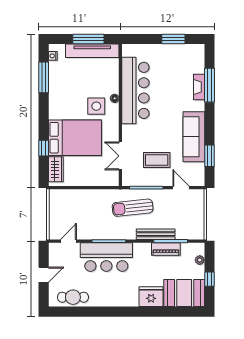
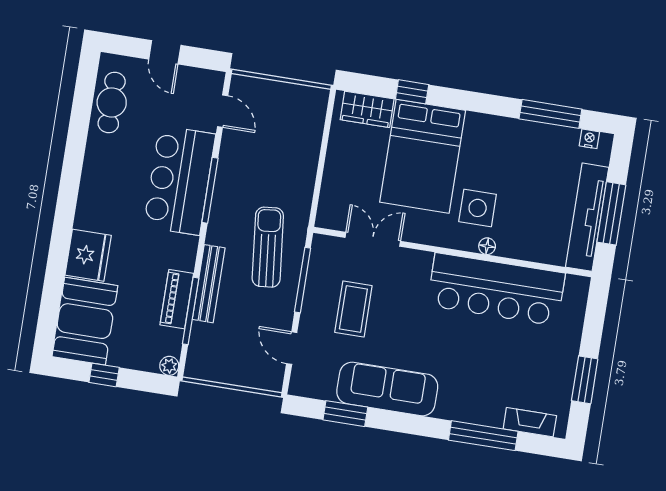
fireplace: (199, 87) -> (530, 422), moved
door: (181, 188) -> (292, 348), swing flipped
plant: (200, 260) -> (169, 366), moved

